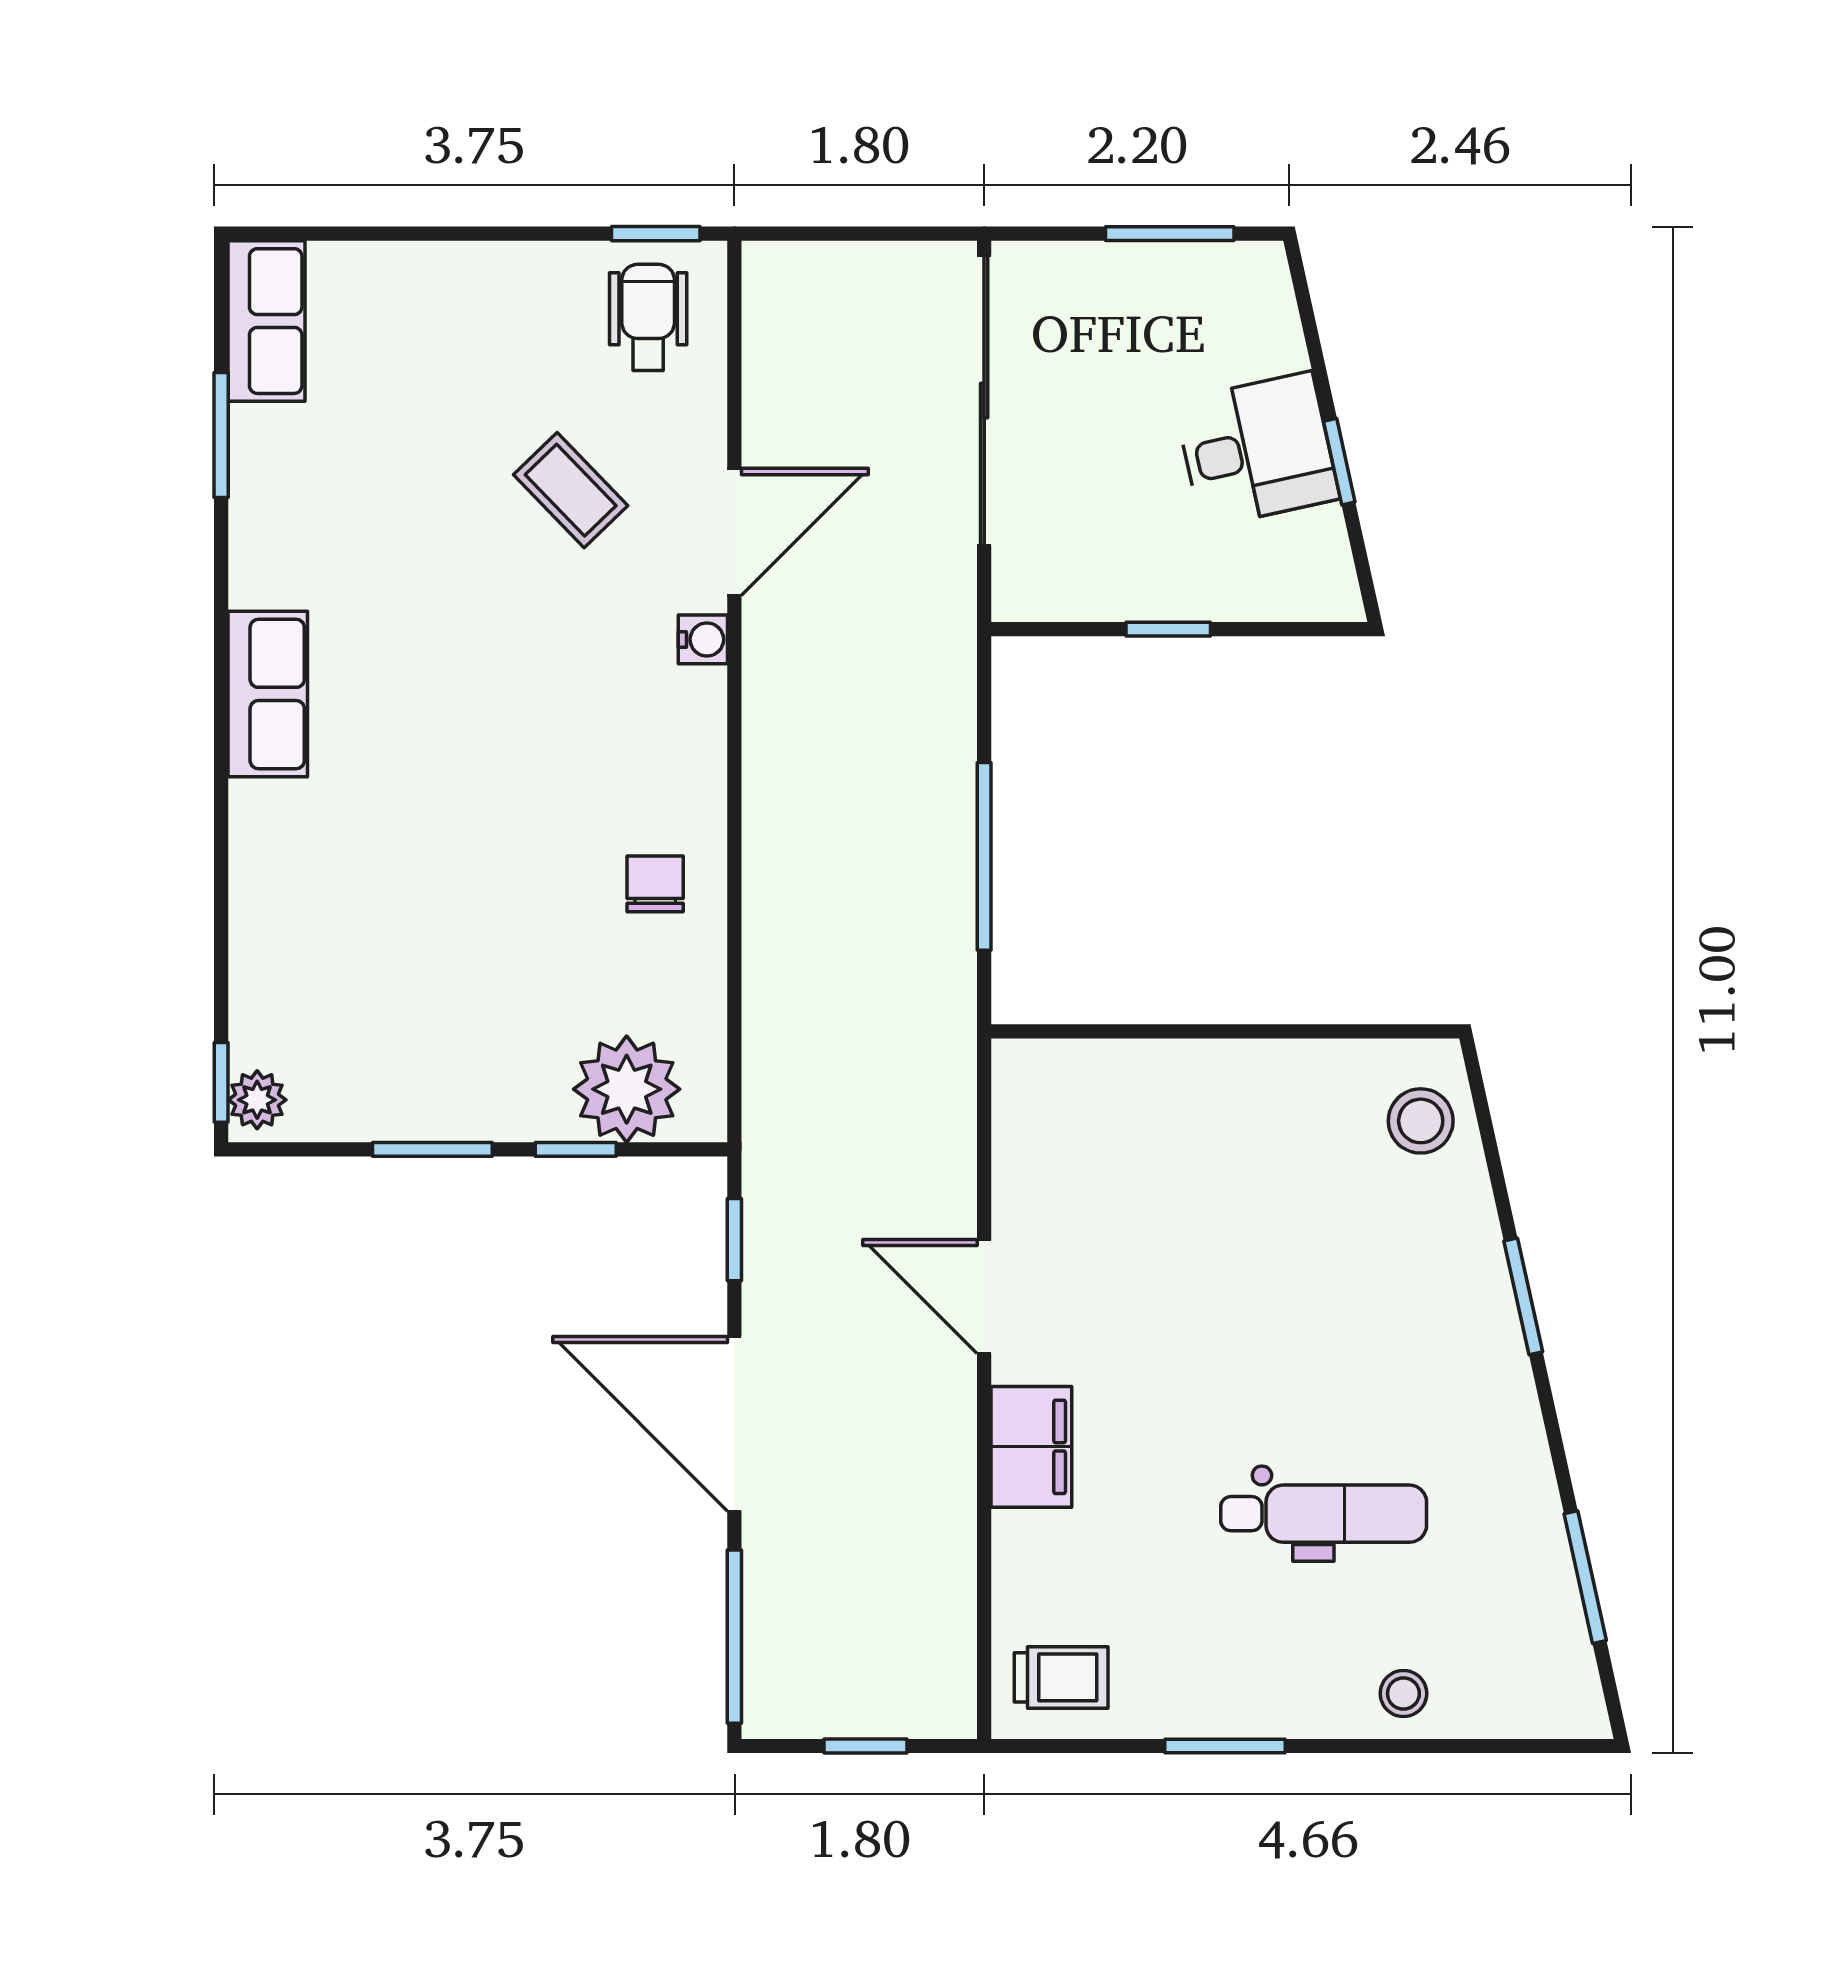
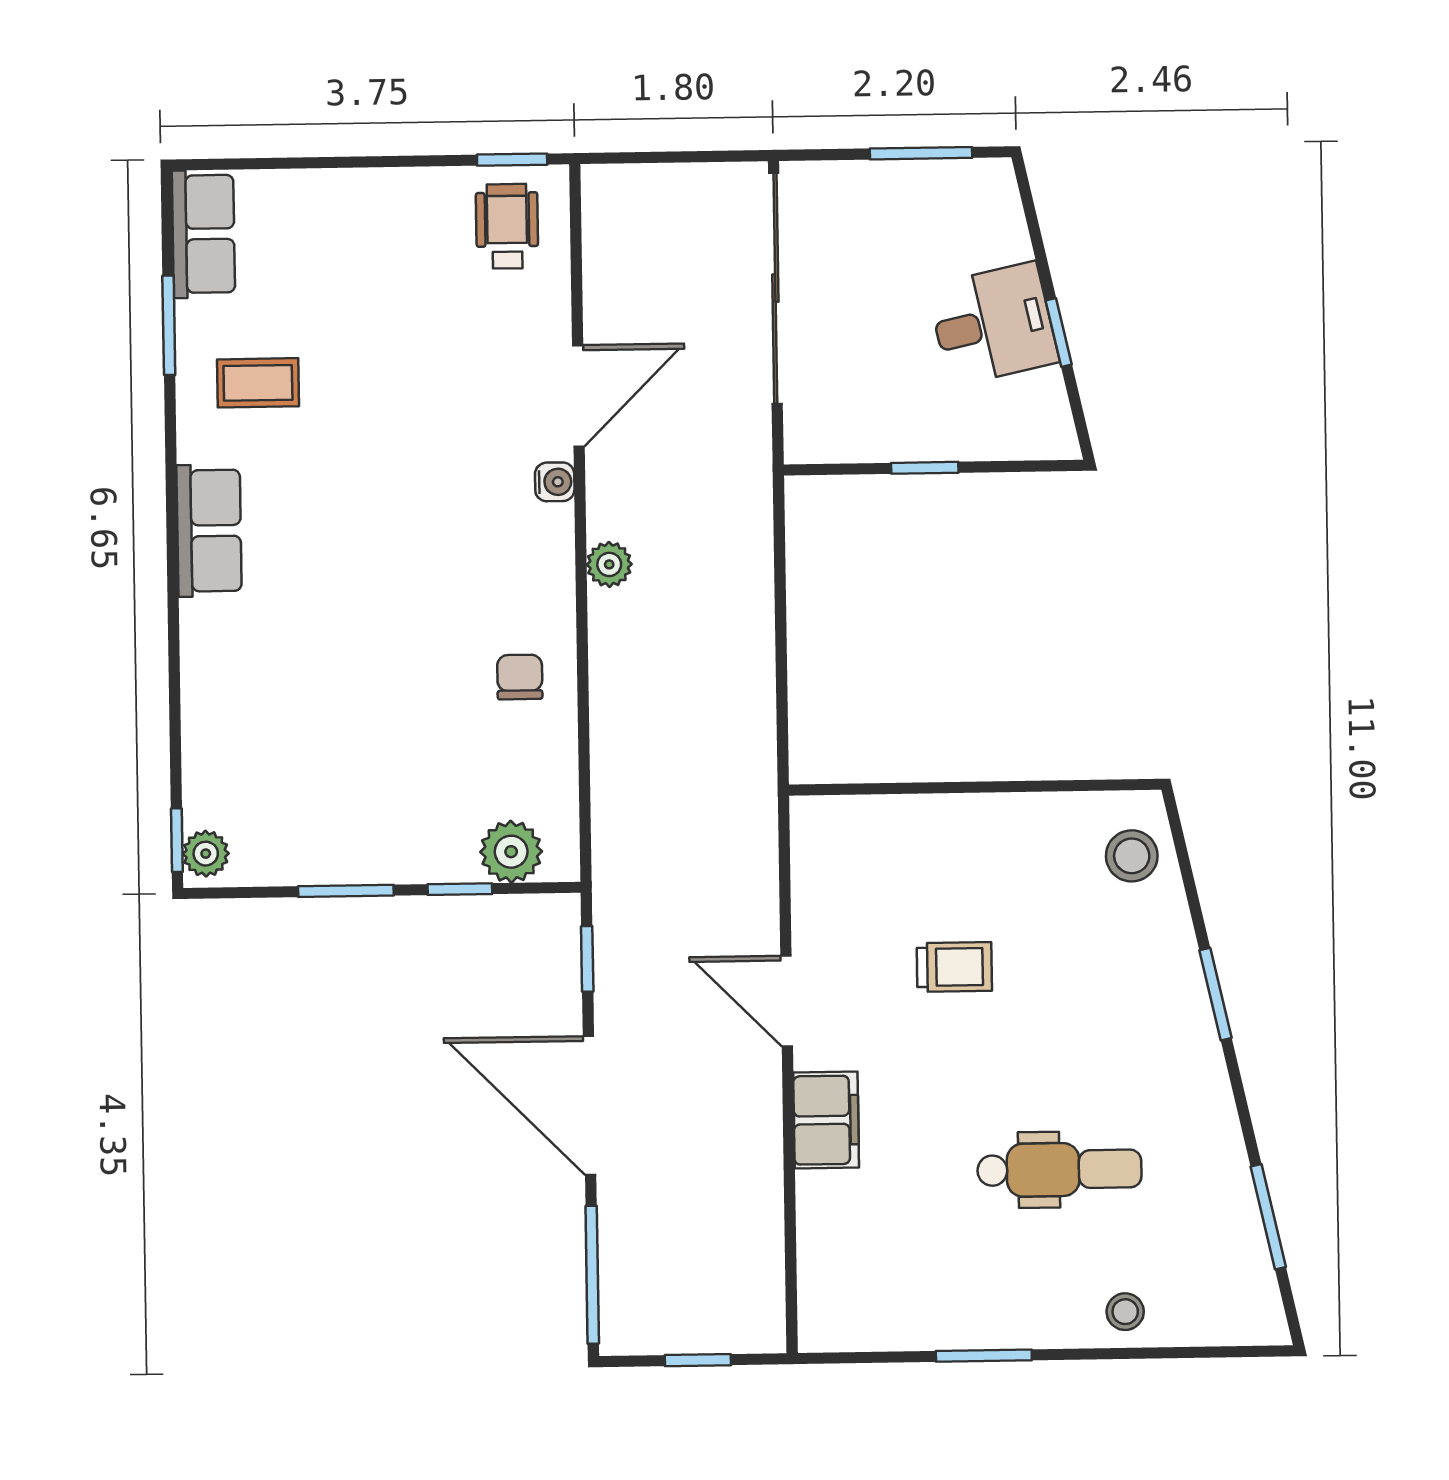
coffee table: (571, 490) -> (258, 383), moved, turned -46
plant: (770, 744) -> (609, 564), added
window: (984, 856) -> (781, 651), removed
plant: (627, 1089) -> (511, 852), width x0.73, depth x0.73
trolley: (1061, 1677) -> (954, 967), moved

